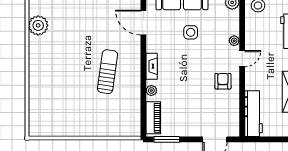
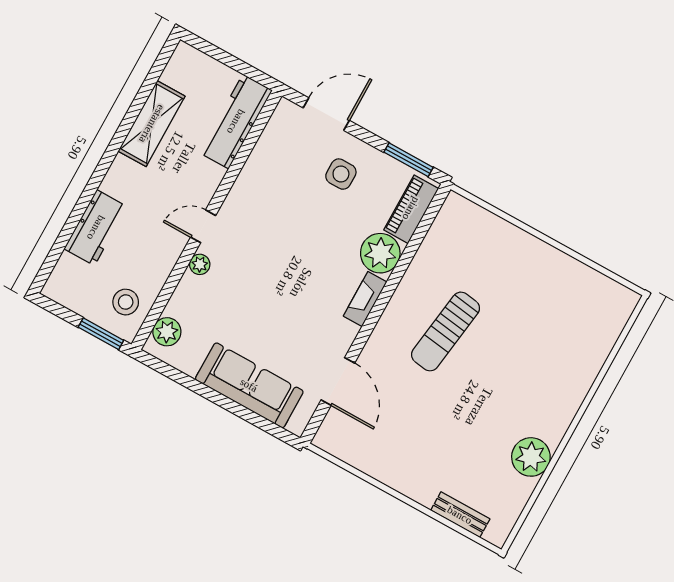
plant: (38, 25) -> (531, 457), moved
side table: (191, 32) -> (341, 174), moved
armchair: (223, 81) -> (257, 206), removed
plant: (151, 90) -> (380, 253), width x1.88, depth x1.88

